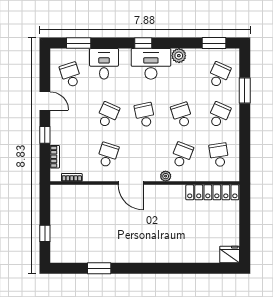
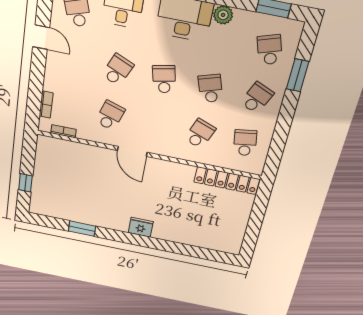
school desk: (219, 75) -> (270, 50), turned -42
window: (45, 135) -> (37, 77), removed
plant: (166, 176) -> (175, 152), removed
fridge: (230, 254) -> (141, 227), moved

